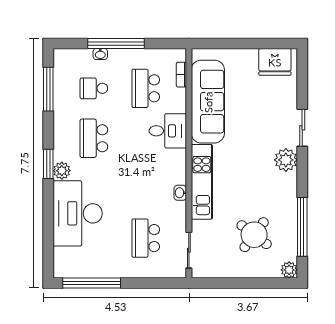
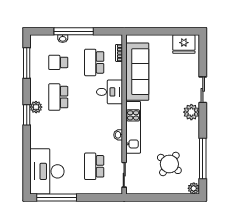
plant: (62, 171) -> (36, 107), moved
desk: (78, 213) -> (47, 171), moved

